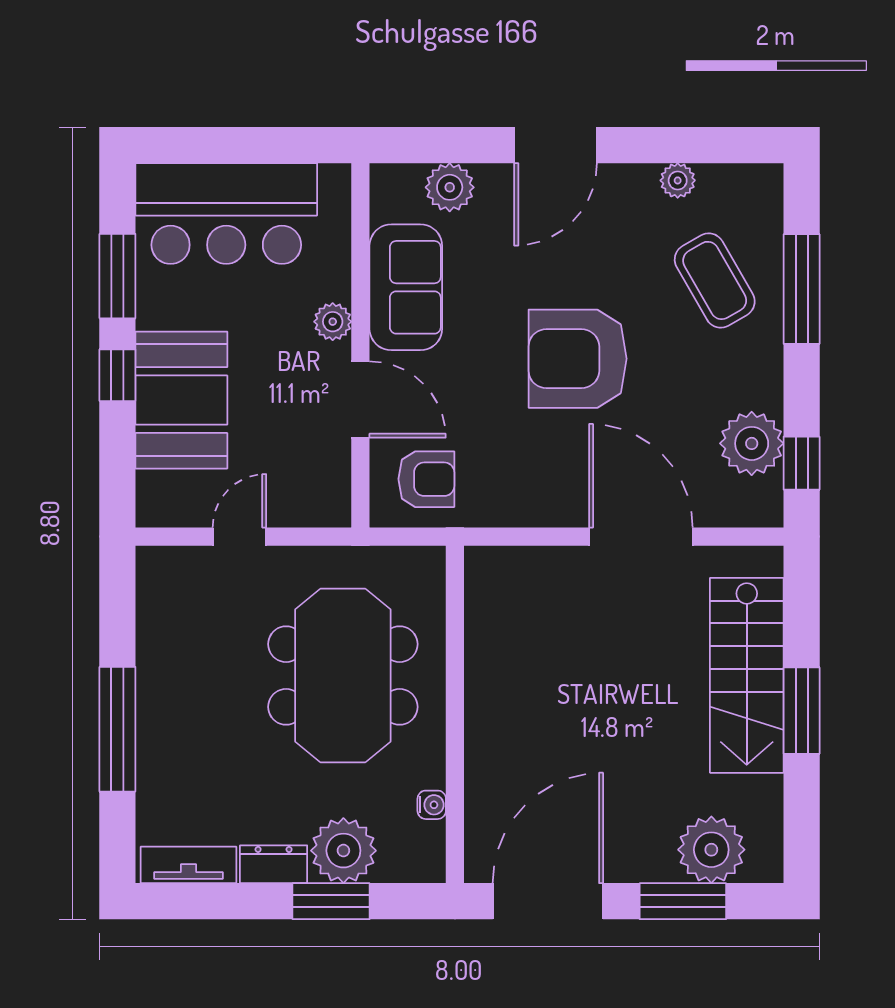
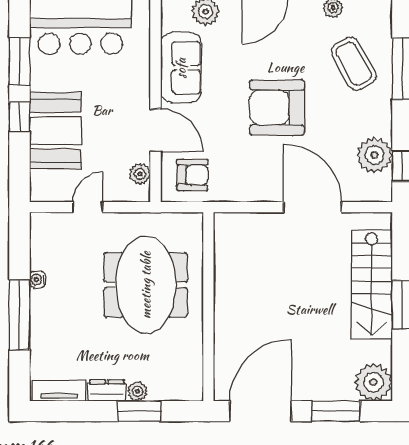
plant: (333, 322) -> (140, 174), moved
water cooler: (432, 805) -> (38, 280), moved, turned 180
plant: (711, 850) -> (374, 382), moved
plant: (343, 851) -> (137, 391), width x0.53, depth x0.53

